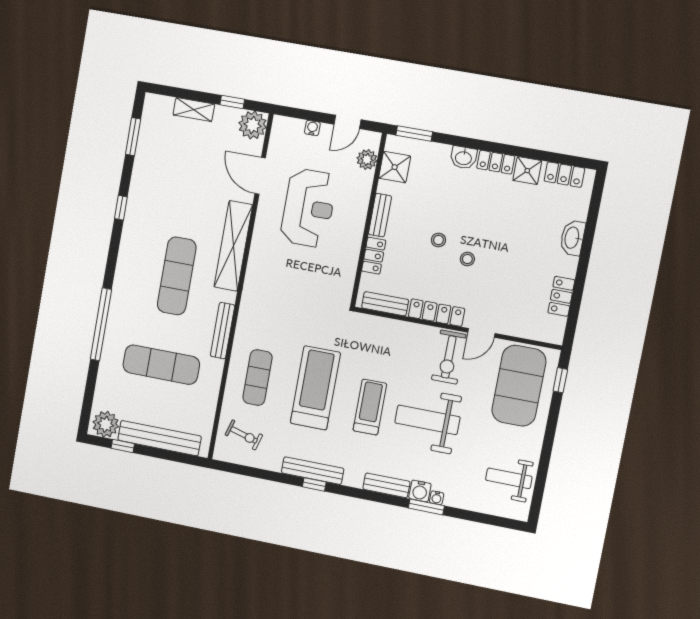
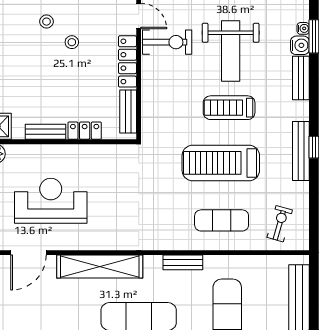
stool: (438, 240) -> (46, 22), moved
bench: (223, 331) -> (183, 262), width x0.73

